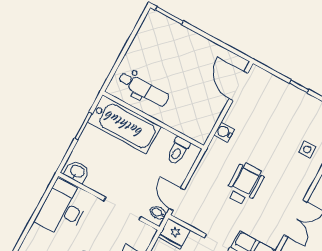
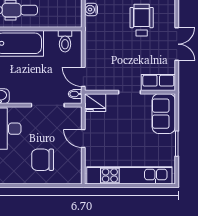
wheelchair: (245, 184) -> (142, 20), moved

